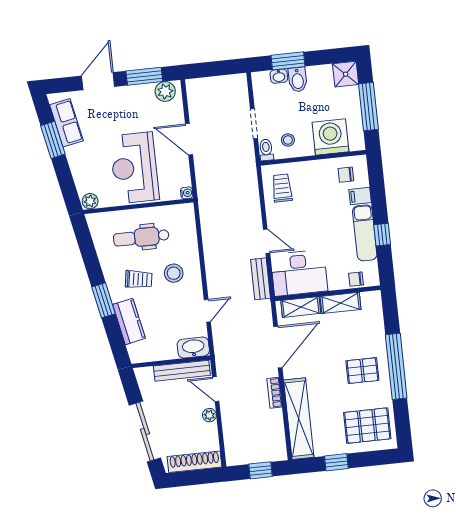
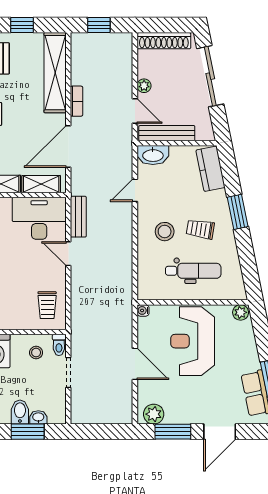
reception desk: (134, 168) -> (193, 341), turned 180
kitchen counter: (129, 321) -> (211, 169), moved

